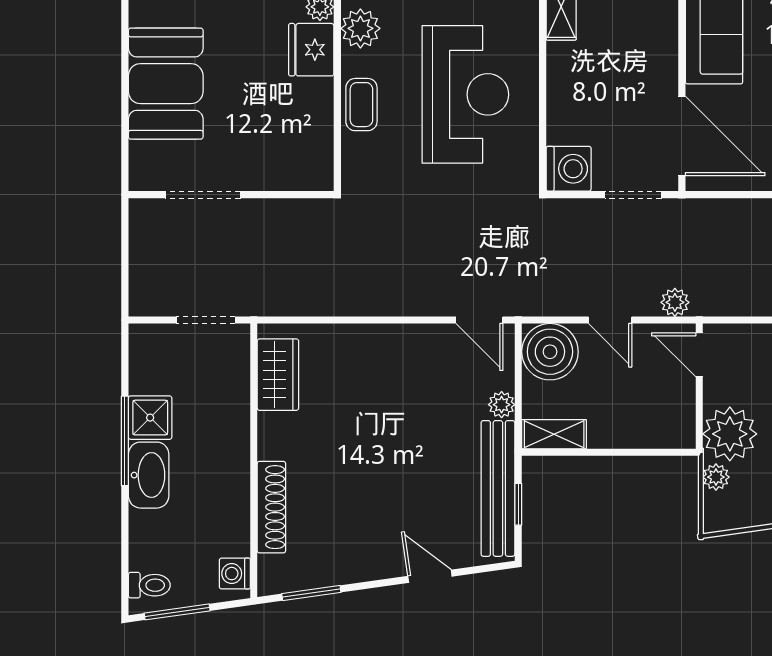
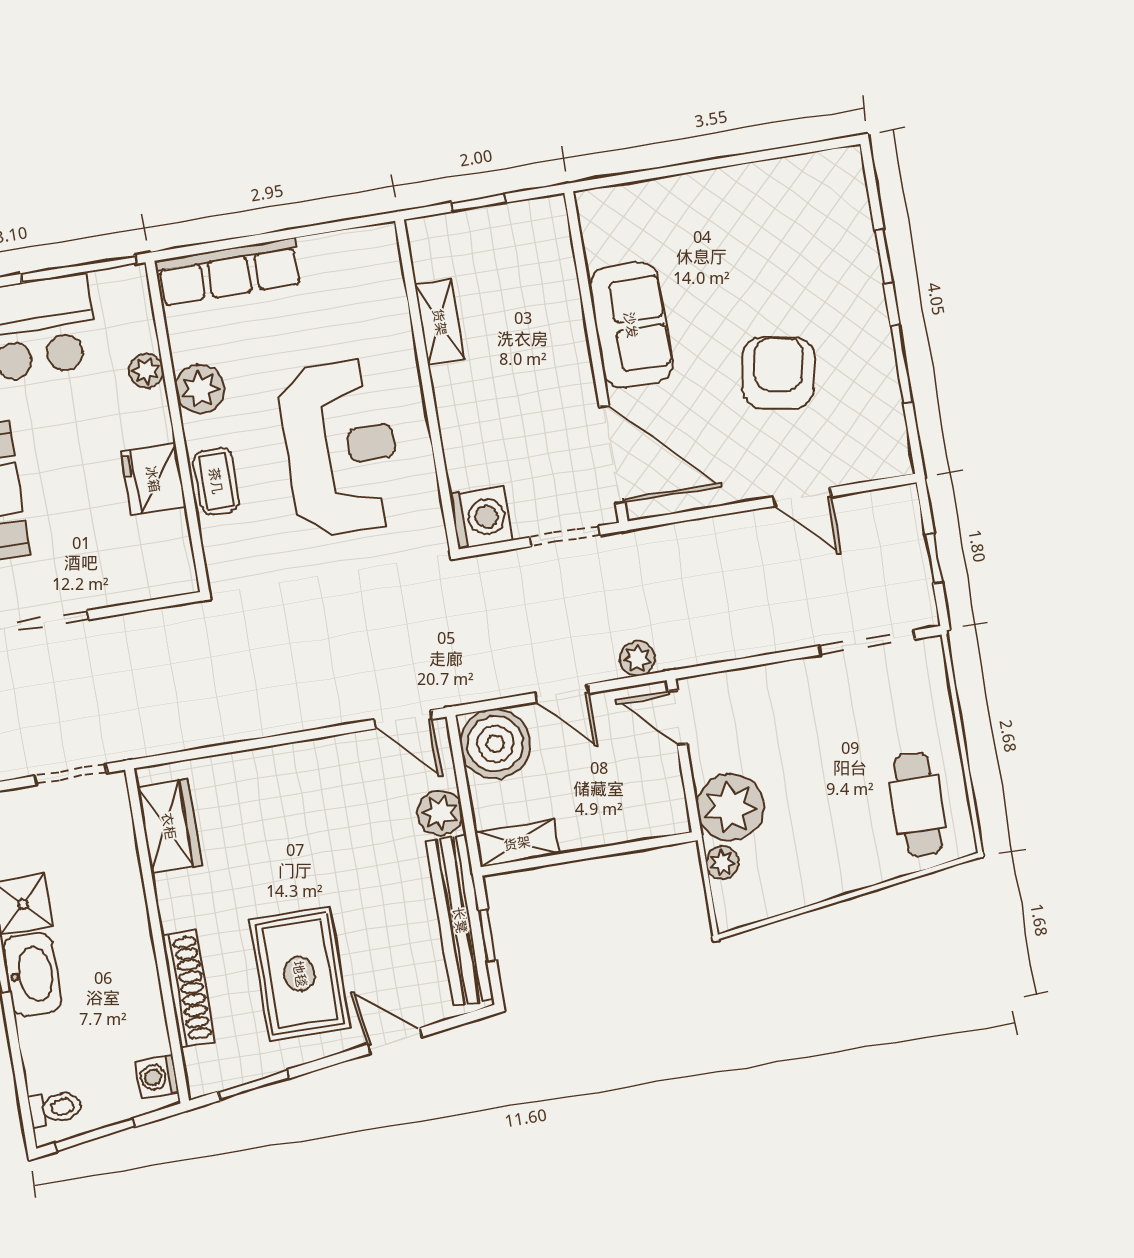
fridge: (311, 50) -> (153, 479), moved
plant: (502, 405) -> (440, 813), width x1.38, depth x1.38
rug: (363, 510) -> (300, 974), added

